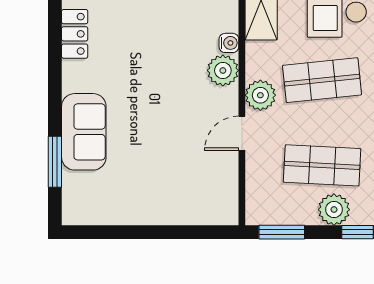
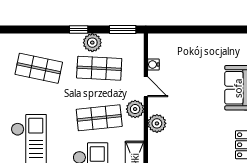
water cooler: (229, 43) -> (153, 65), moved
door: (242, 133) -> (146, 87), hinge flipped

